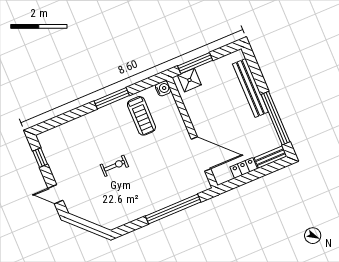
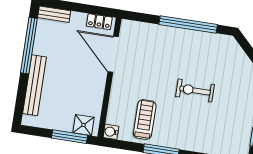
exercise bike: (114, 166) -> (195, 90), width x1.38, depth x1.39
locker: (244, 168) -> (99, 22), moved
window: (173, 209) -> (188, 24), moved

